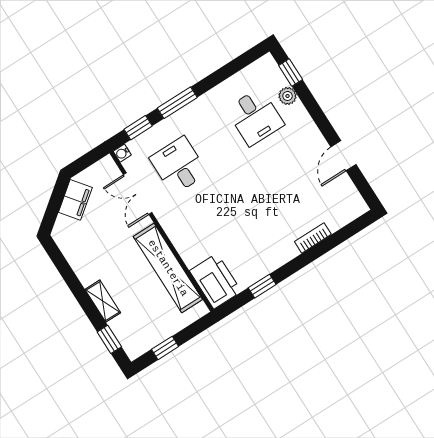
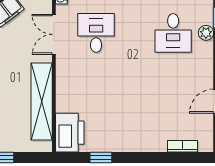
bookcase: (313, 238) -> (183, 146), moved

